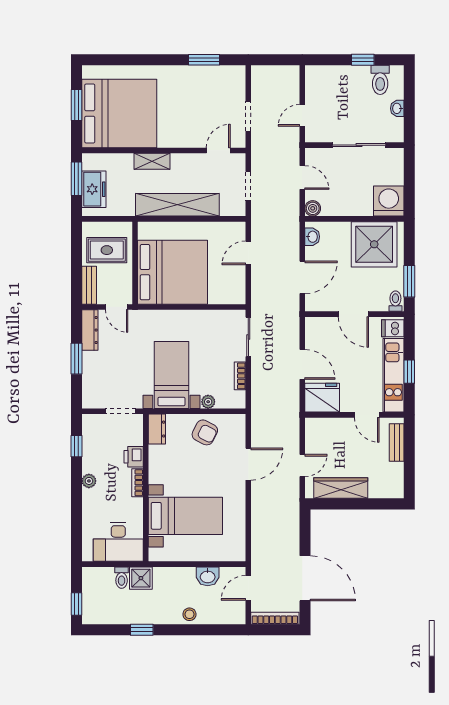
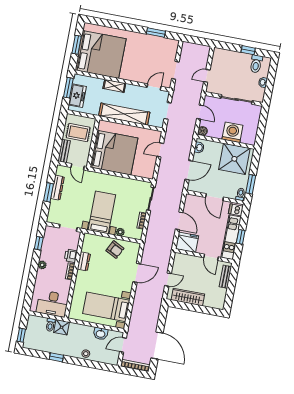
washing machine: (389, 201) -> (232, 132), moved
dresser: (90, 330) -> (57, 188), moved
dresser: (157, 429) -> (84, 261), moved
bed with nightstands: (185, 516) -> (106, 307), moved, turned 180

